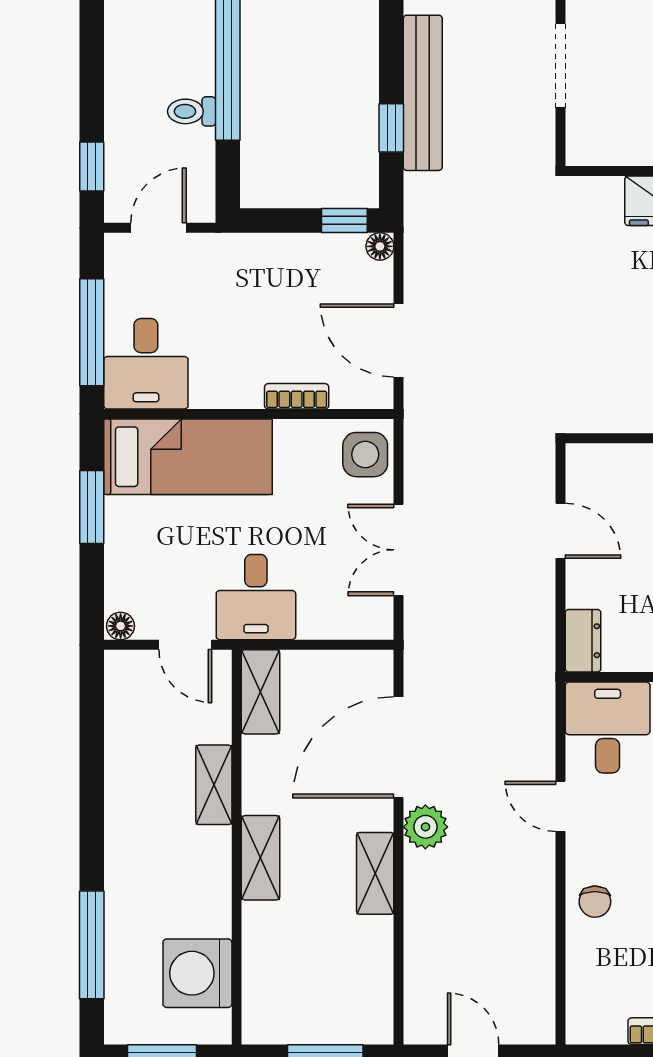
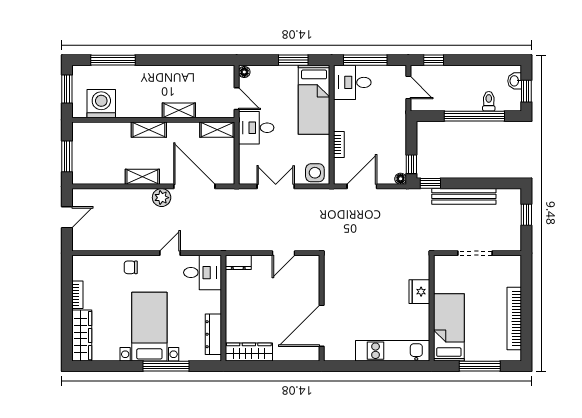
toilet: (192, 111) -> (489, 101), moved
window: (391, 128) -> (430, 183), moved
door: (185, 645) -> (237, 99), swing flipped

